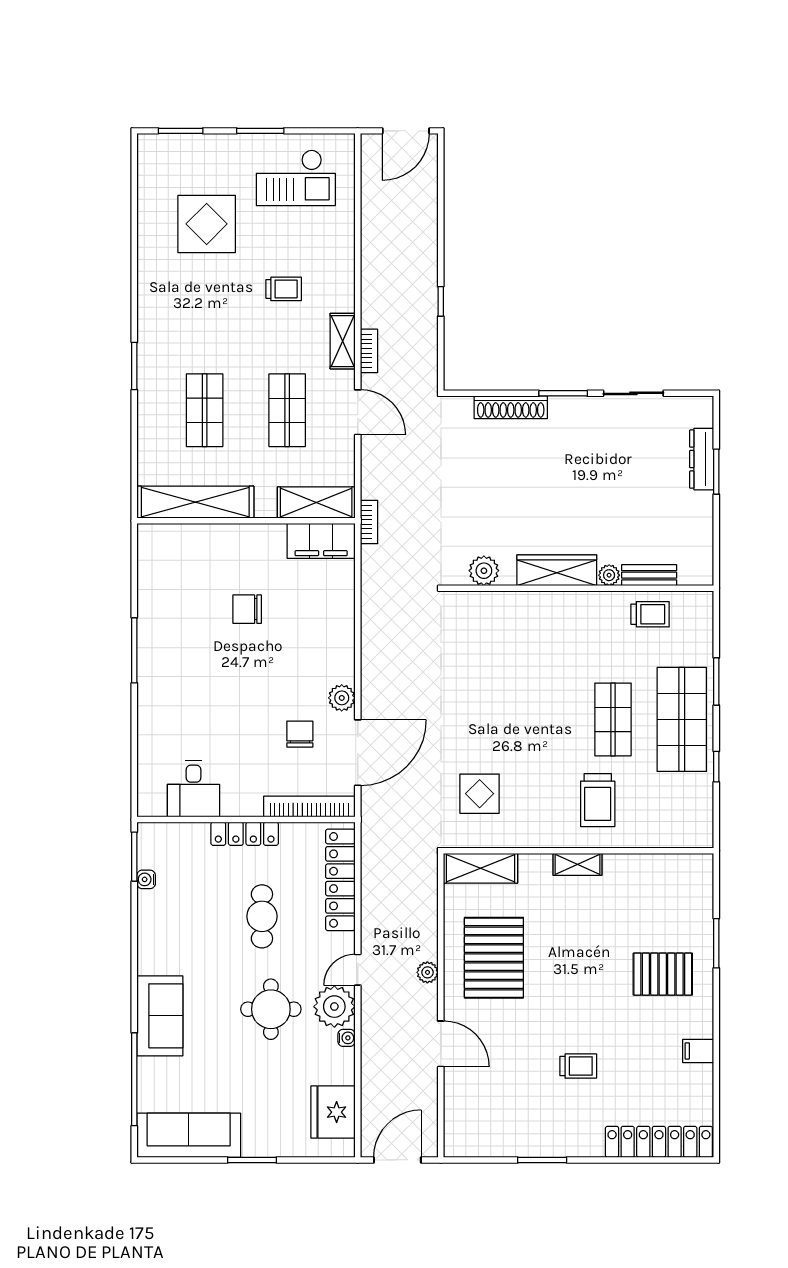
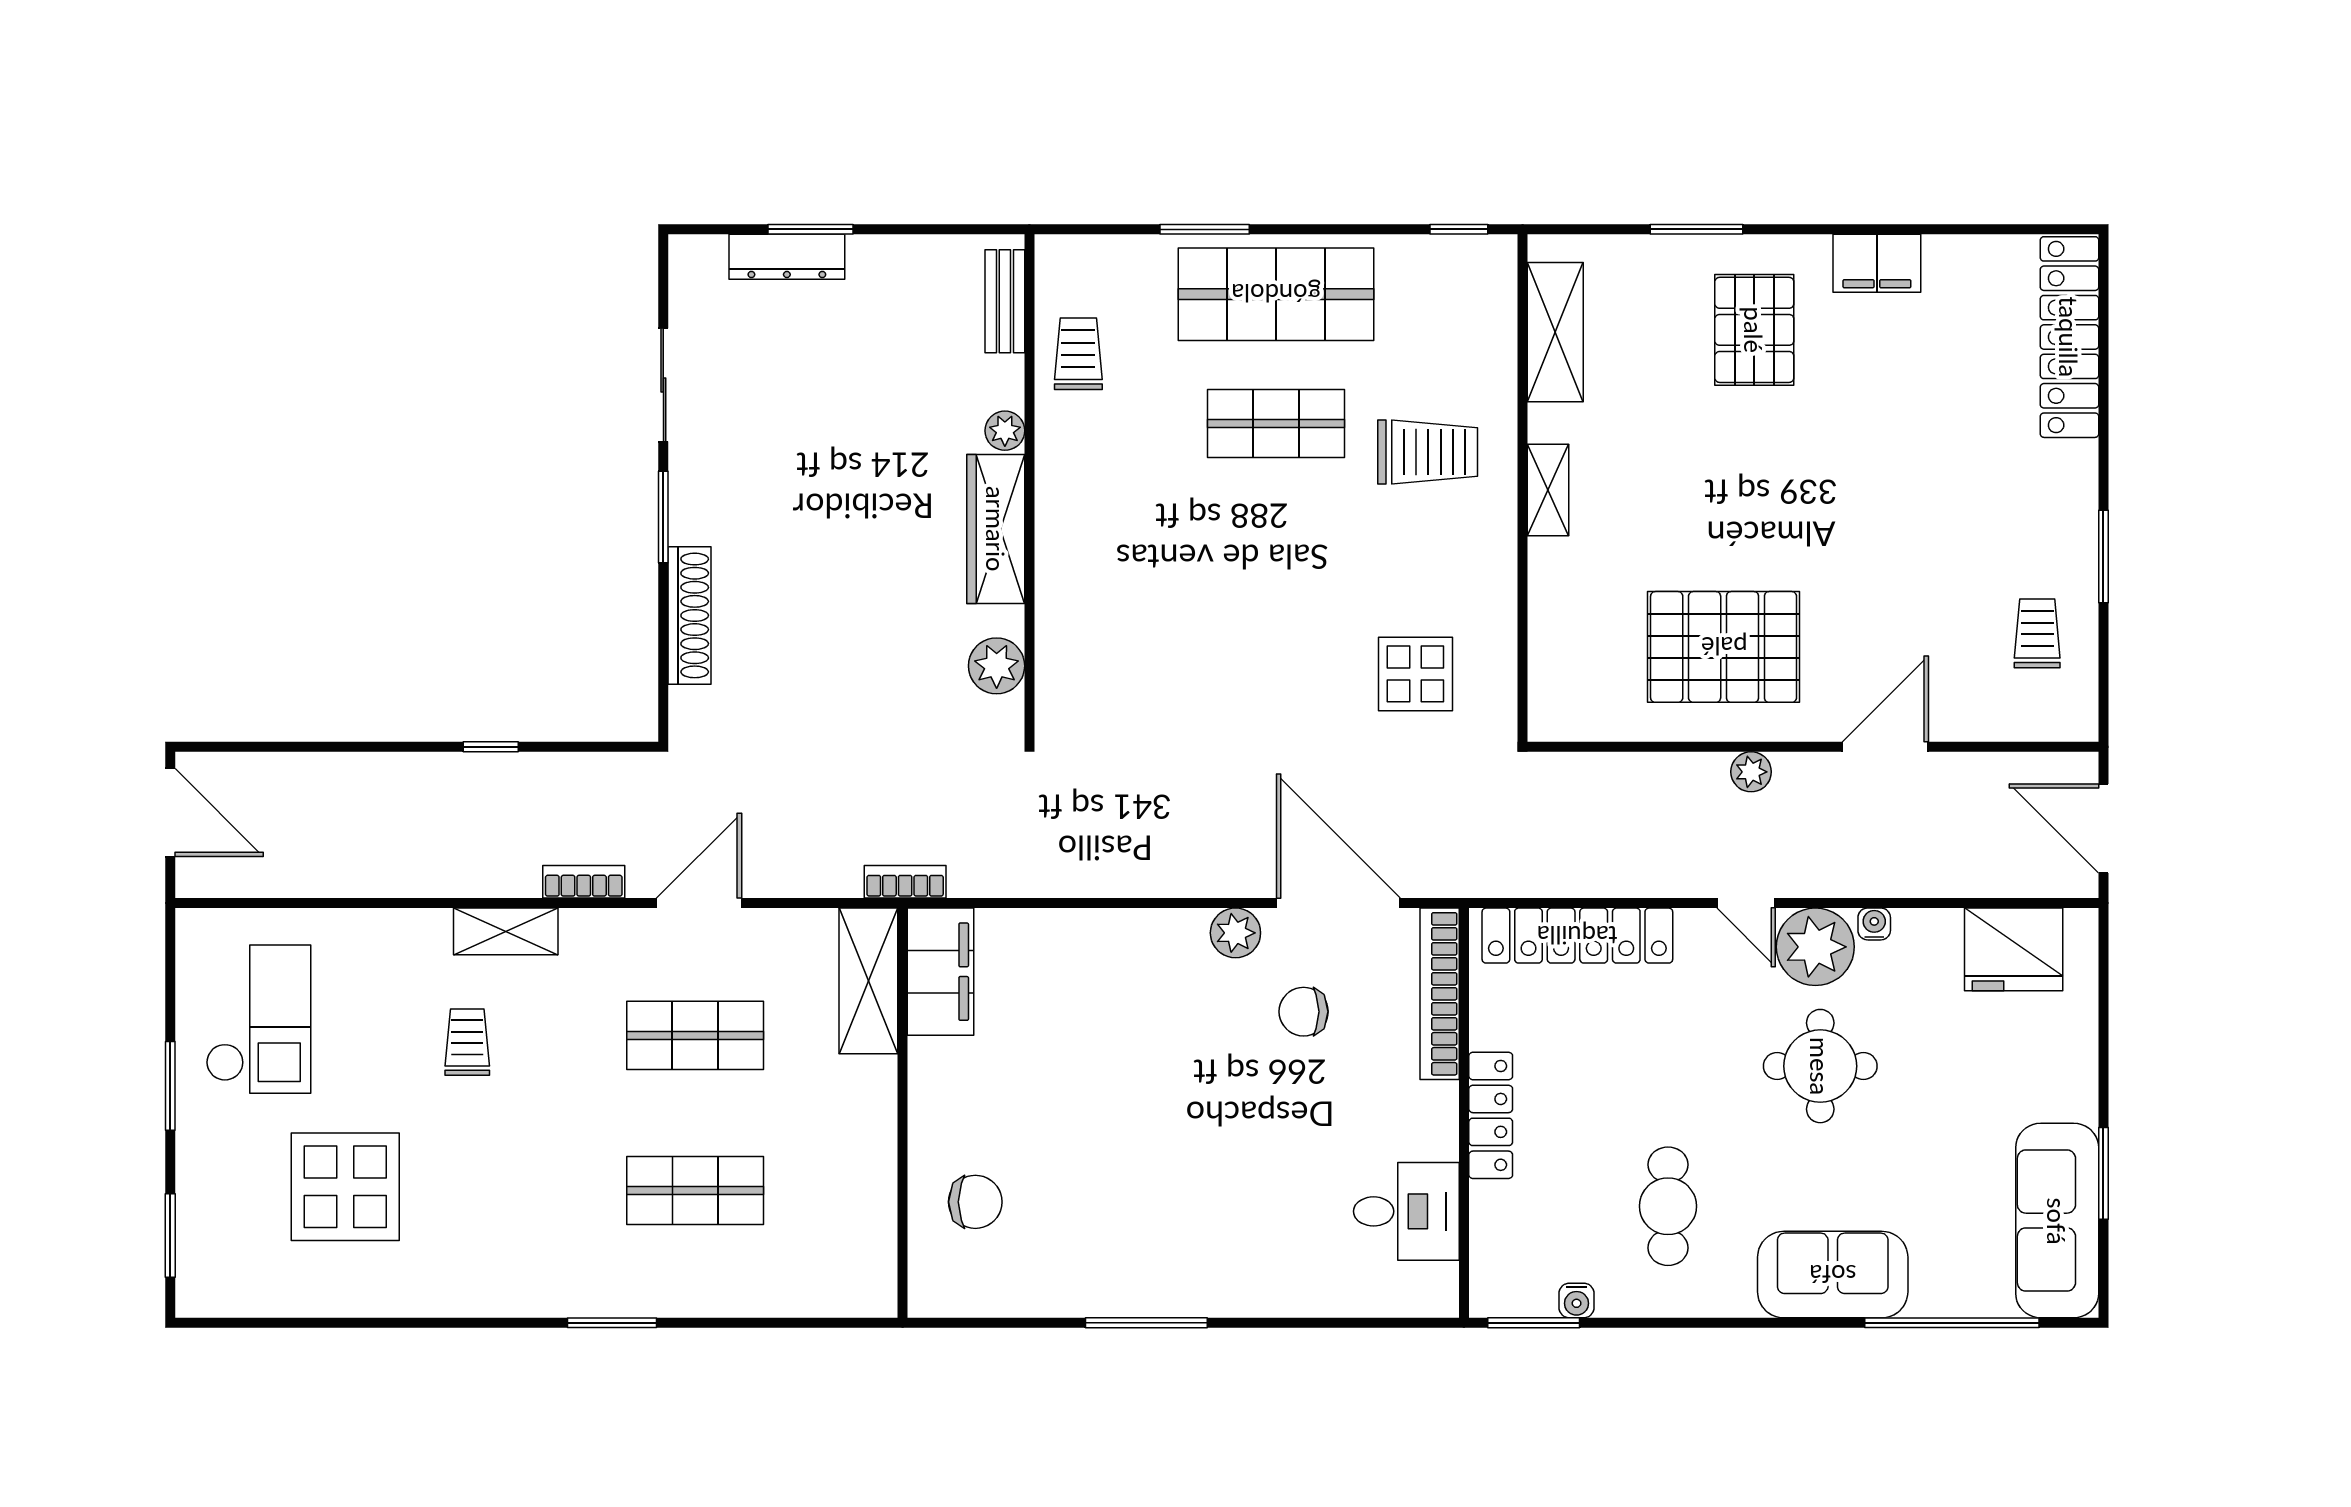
shelving: (343, 341) -> (506, 931), moved
shelving: (195, 502) -> (868, 1208), removed
bench: (649, 575) -> (1005, 301), moved
chair: (247, 609) -> (975, 1202), moved, turned -90
window: (716, 767) -> (1459, 229), moved
shelving: (481, 868) -> (1555, 332), moved
cafe table: (262, 916) -> (1668, 1206), moved, turned 90
filing cabinet: (698, 1051) -> (1877, 263), width x2.00
trolley: (578, 1066) -> (2037, 633), moved
window: (252, 1160) -> (2103, 1173), moved

